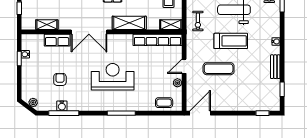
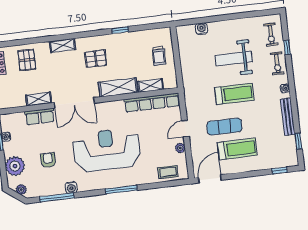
exercise bike: (198, 21) -> (277, 63), moved
shelving: (47, 25) -> (39, 99), moved
shelving: (171, 25) -> (151, 85), moved
bench: (275, 67) -> (288, 117), width x1.36
reception desk: (113, 77) -> (107, 150), width x1.36, depth x1.30
plant: (30, 81) -> (15, 166), added
treadmill: (228, 90) -> (237, 149), added
water cooler: (62, 106) -> (71, 187), moved

